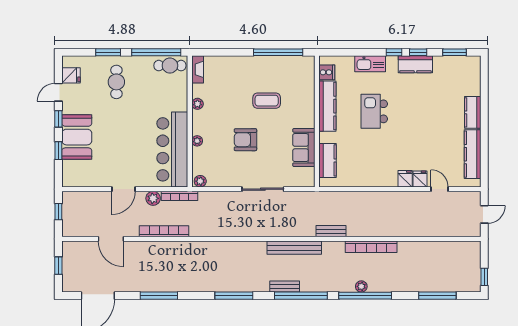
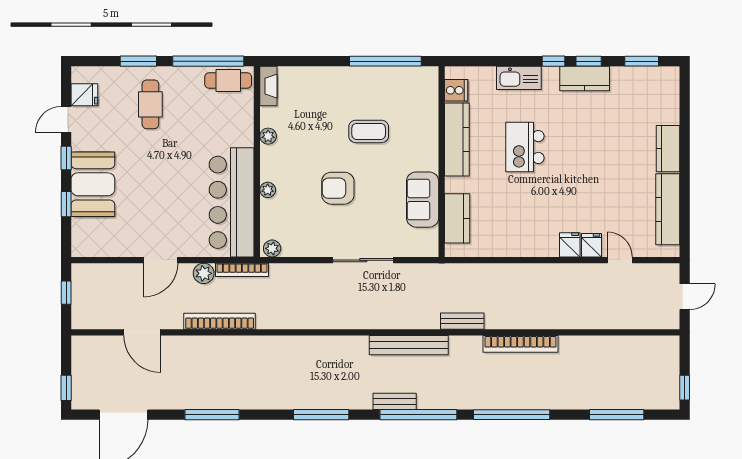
window: (58, 266) -> (66, 388), moved
plant: (361, 286) -> (506, 401), removed

